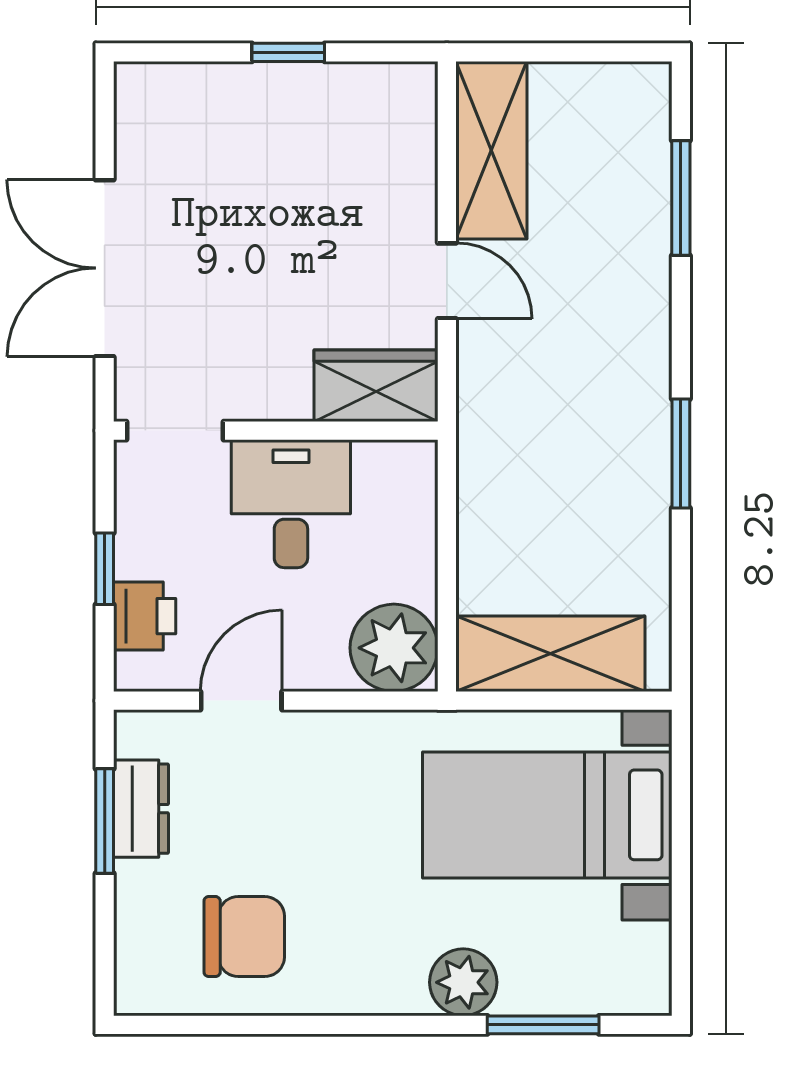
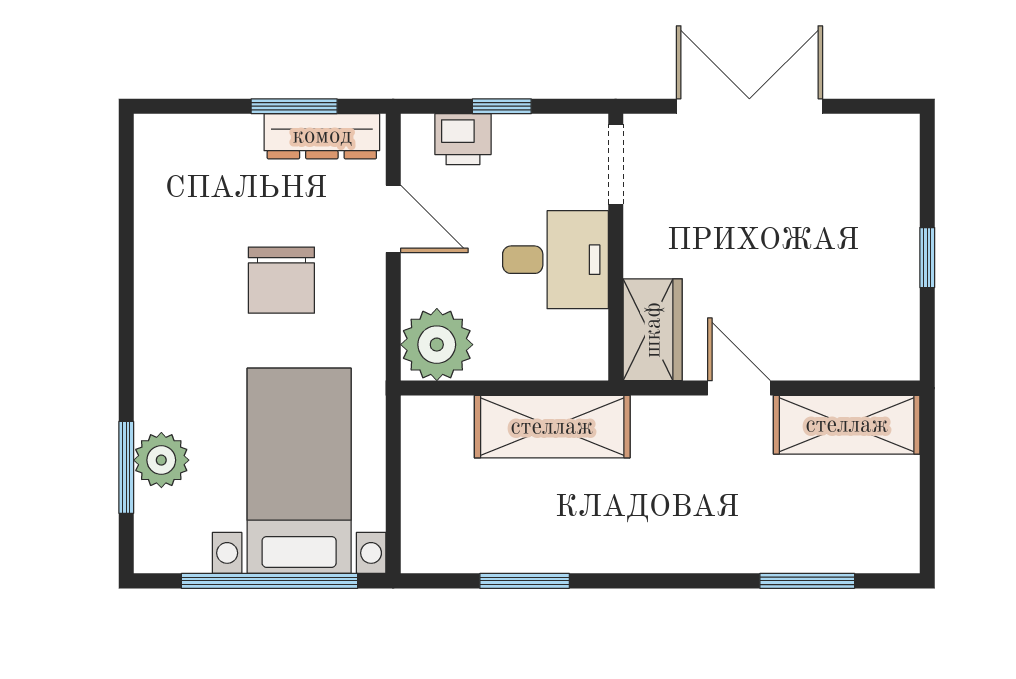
door: (447, 281) -> (739, 388), swing flipped
window: (681, 454) -> (525, 581), moved
shelving: (550, 654) -> (552, 427), moved, turned 90
dresser: (141, 809) -> (322, 136), width x1.44
window: (681, 851) -> (270, 581), added
chair: (244, 937) -> (281, 280), moved
plant: (463, 982) -> (161, 460), moved

